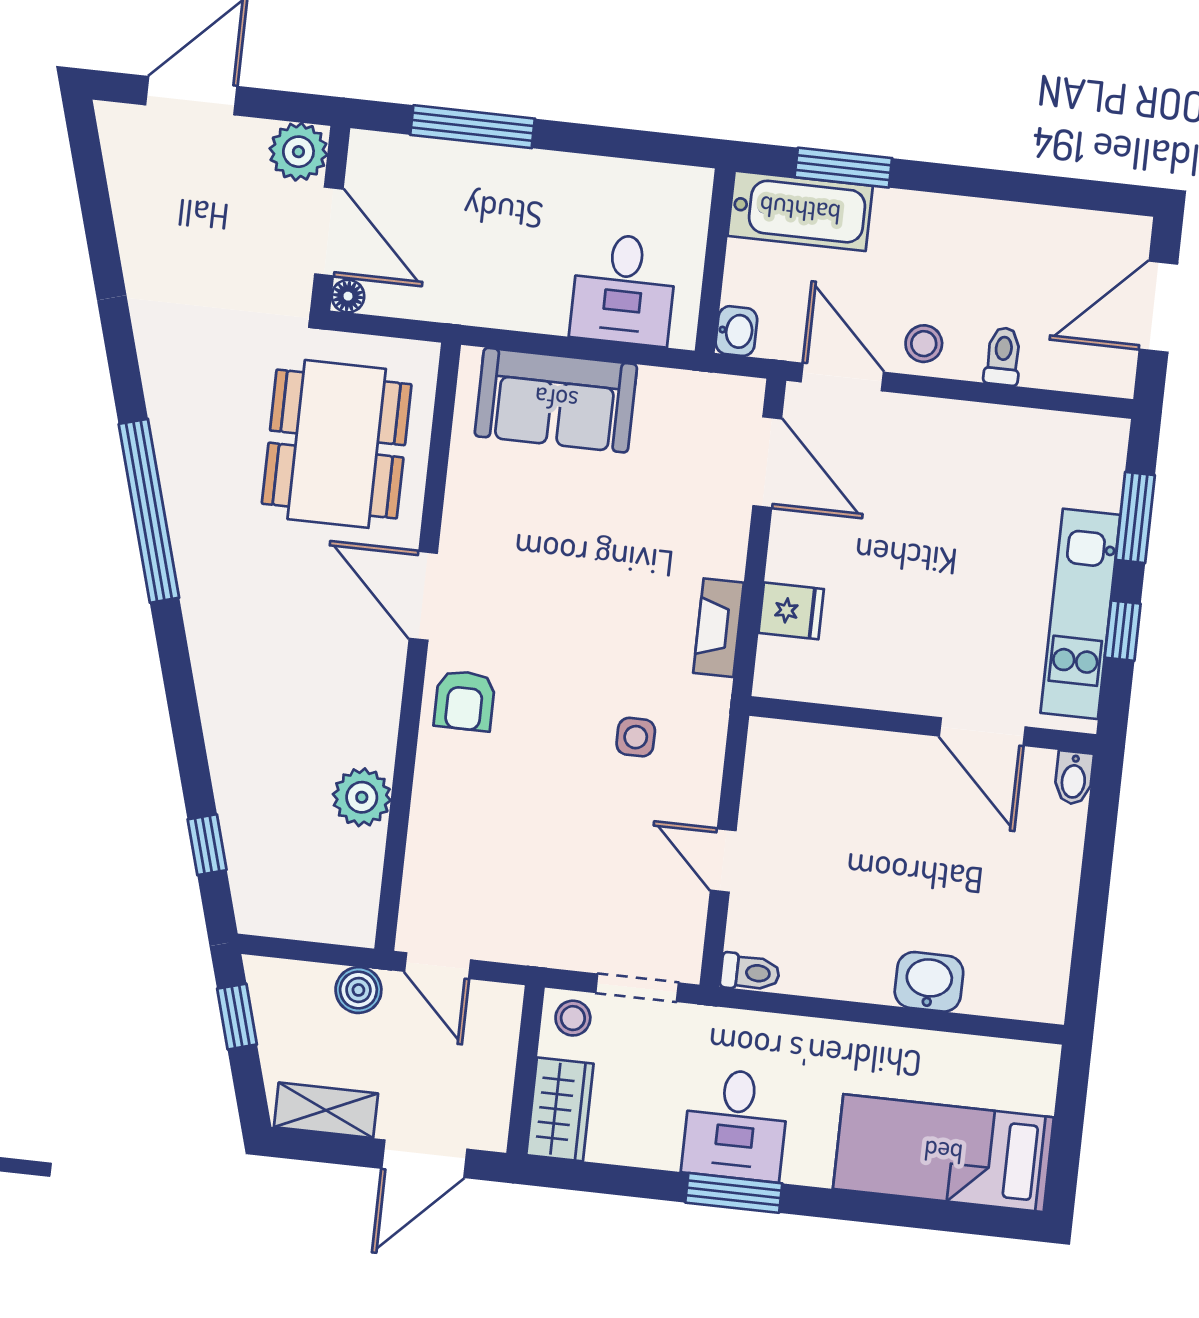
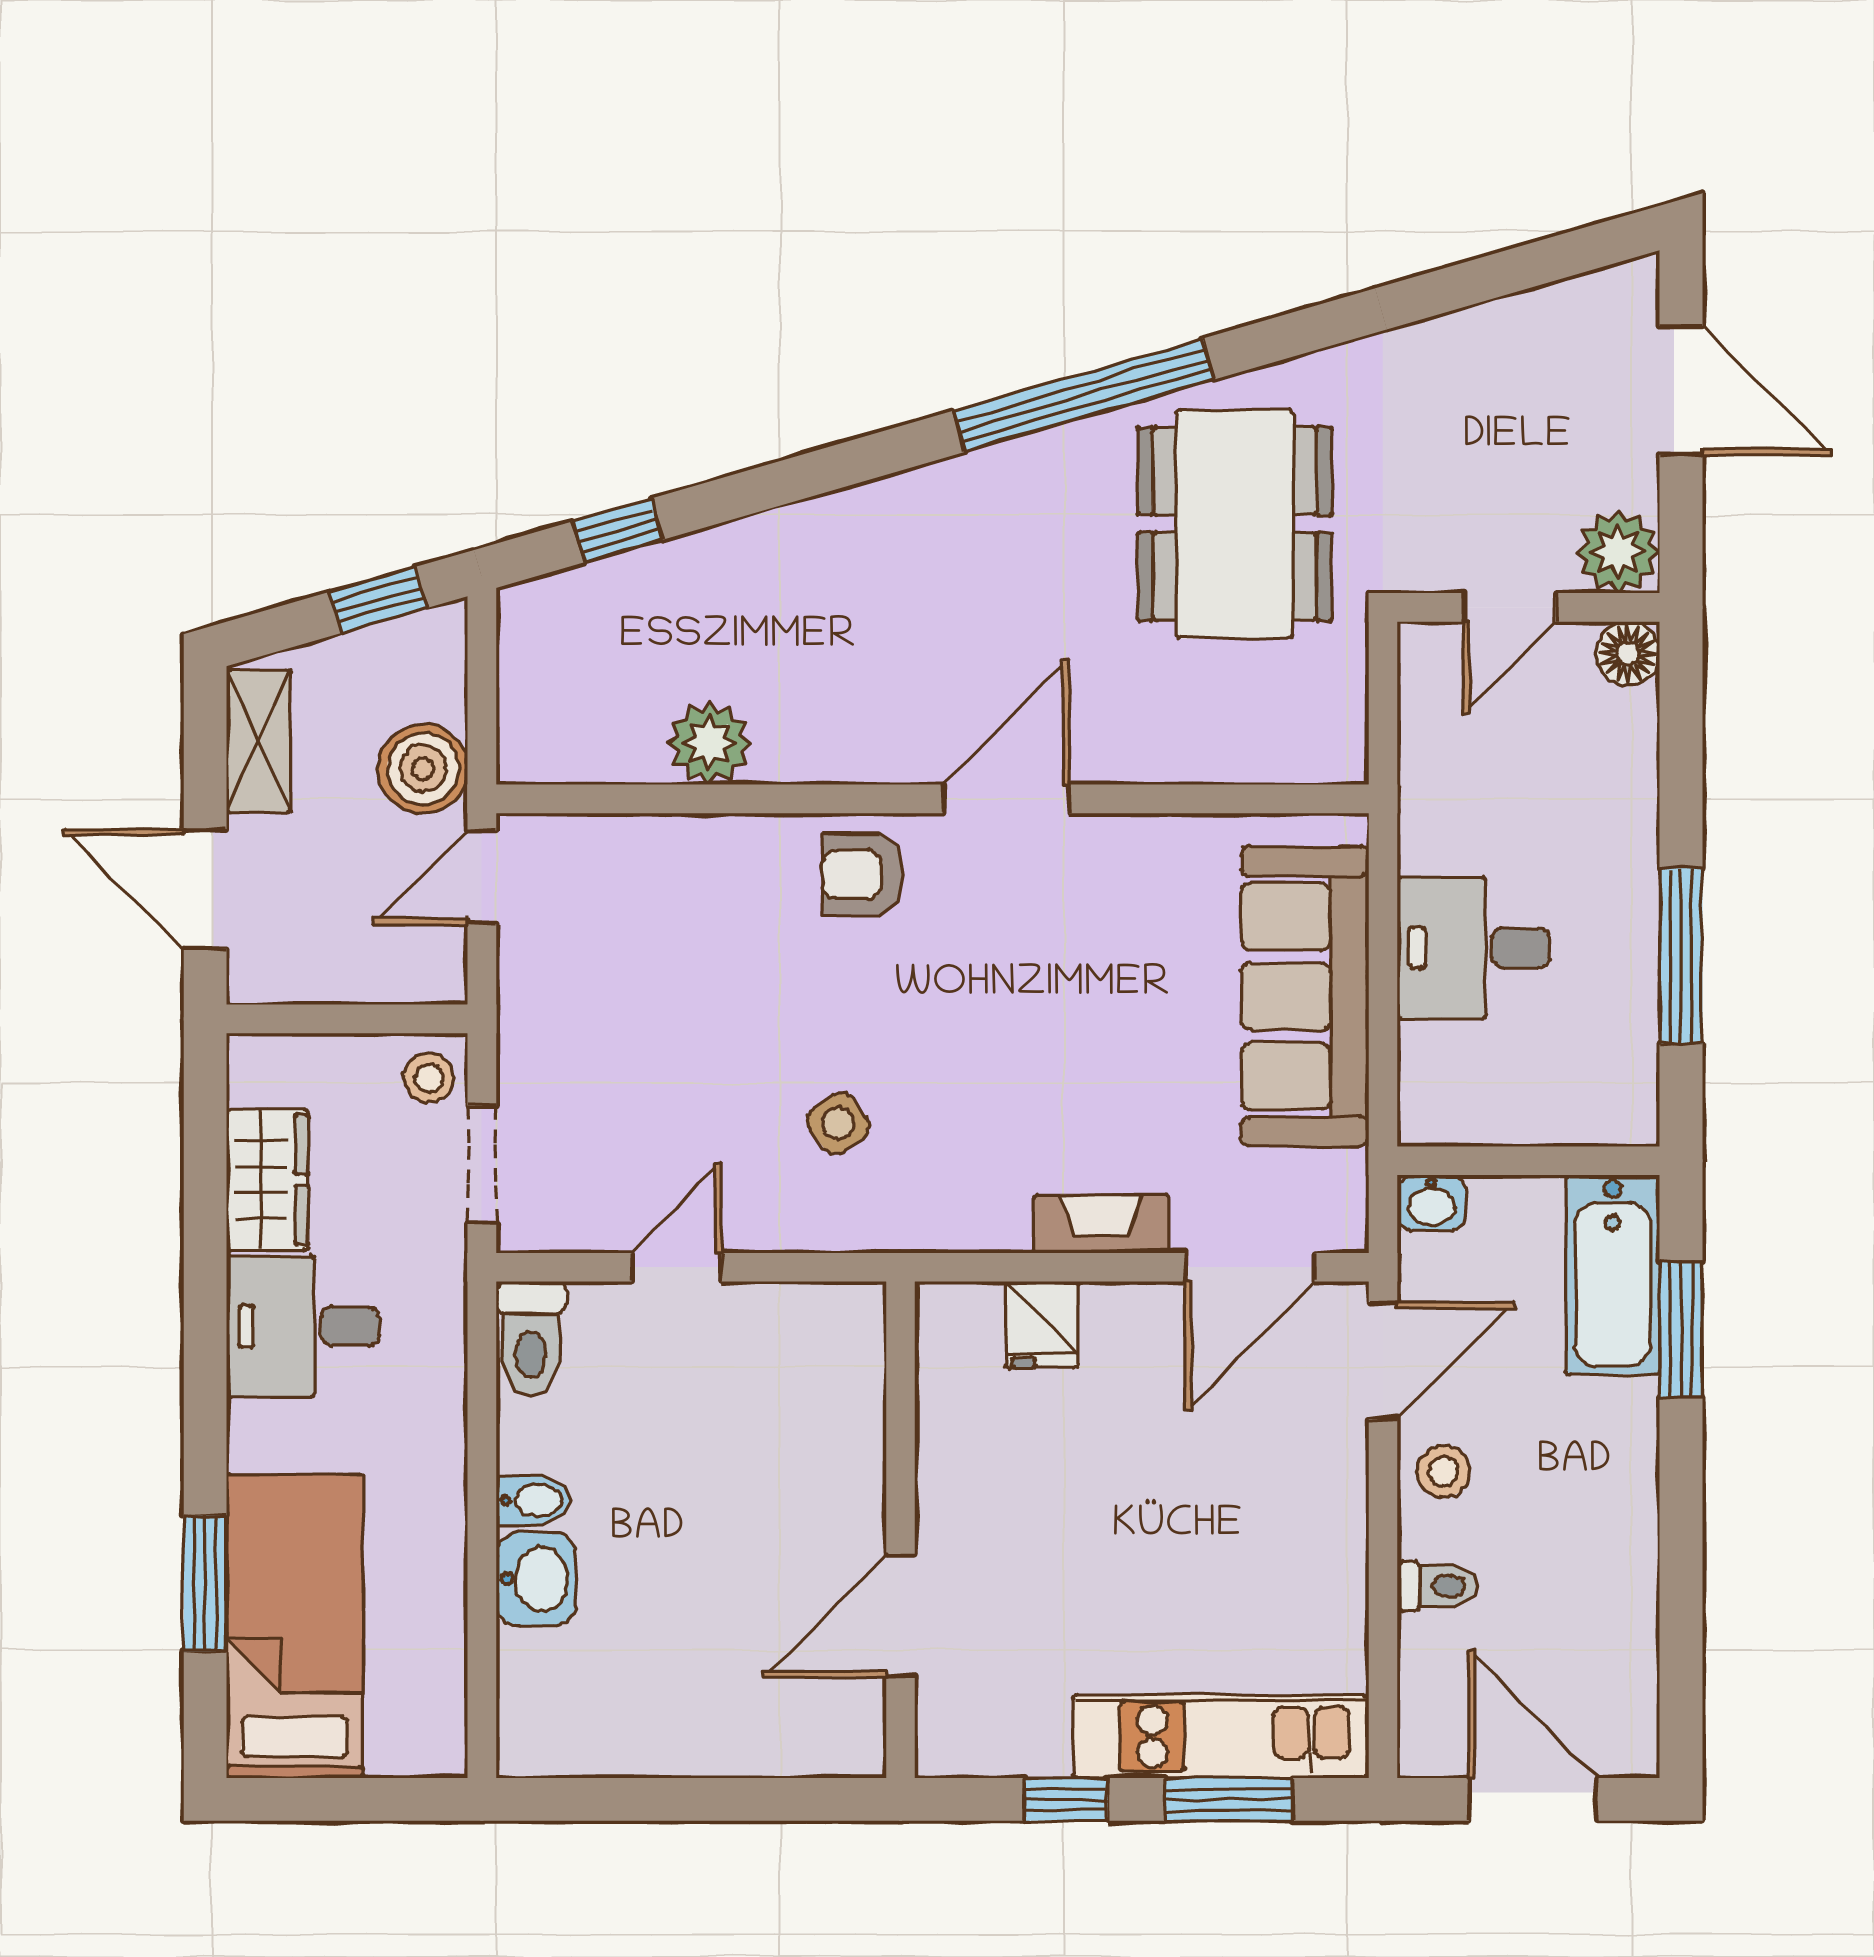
window: (473, 127) -> (1681, 956), moved
door: (329, 231) -> (1509, 607), width x0.73
desk: (624, 289) -> (1473, 948), moved
floor lamp: (348, 296) -> (1628, 653), moved, width x1.37, depth x1.37
sofa: (556, 400) -> (1305, 997), width x1.36
dining table: (337, 444) -> (1235, 524), moved, turned 90
kitchen unit: (1080, 614) -> (1220, 1737), moved
fireplace: (719, 628) -> (1101, 1224), moved
side table: (636, 737) -> (838, 1123), turned -37
bidet: (1074, 778) -> (533, 1501), moved, turned 180
toilet: (750, 972) -> (531, 1339), width x1.37, depth x1.39
boiler: (358, 990) -> (423, 769), width x1.36, depth x1.36
wardrobe: (560, 1109) -> (267, 1180), moved, turned -90
window: (734, 1193) -> (205, 1584), moved

